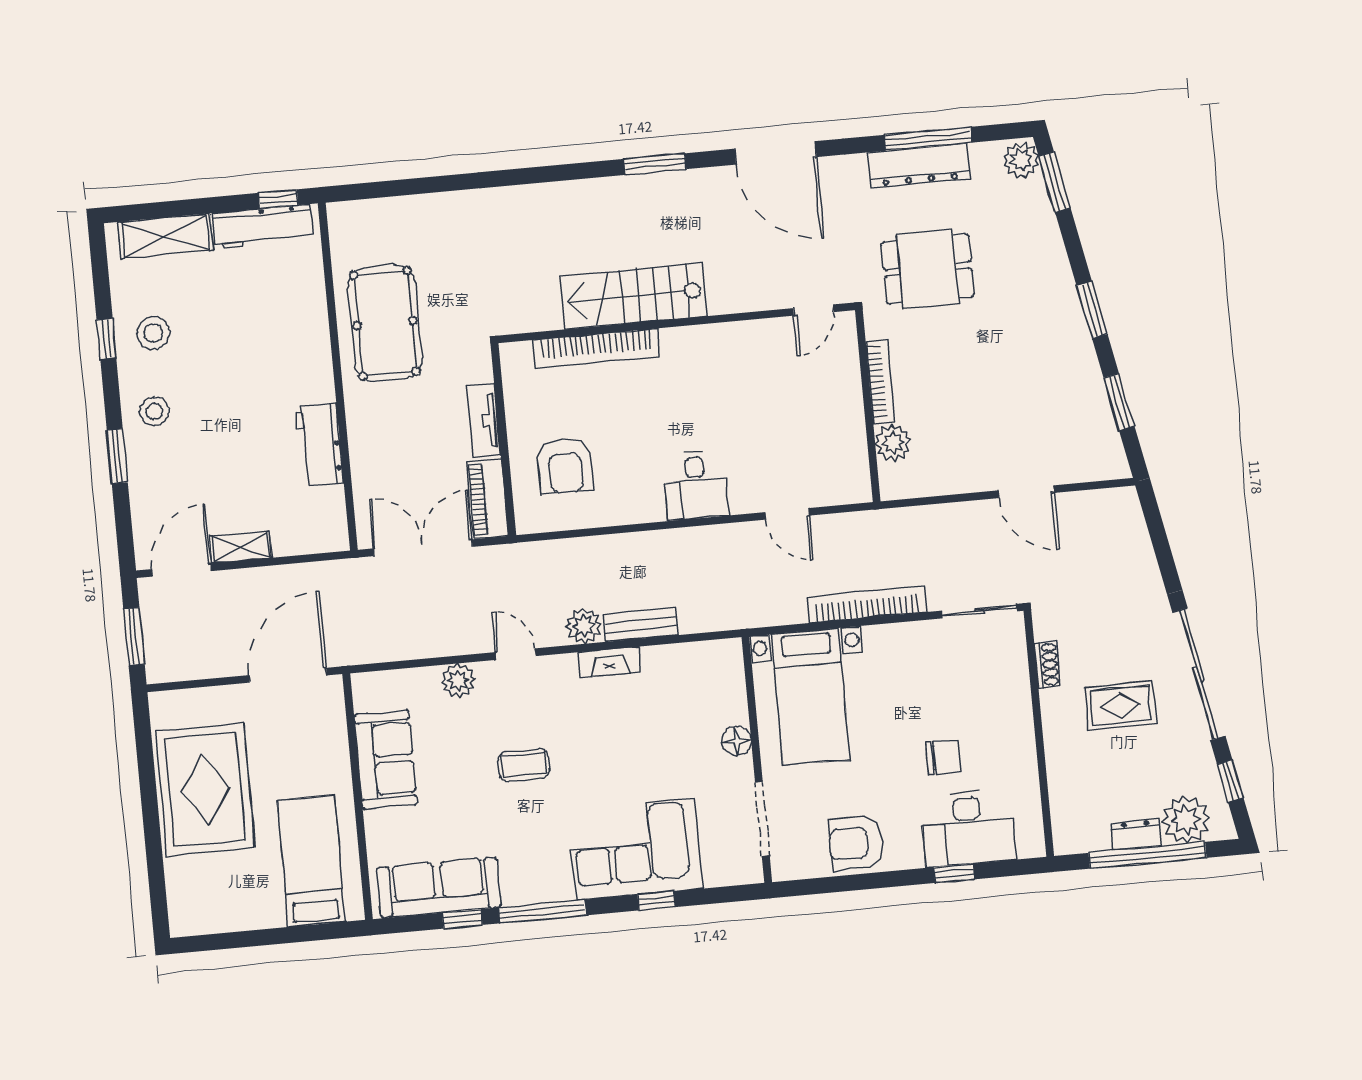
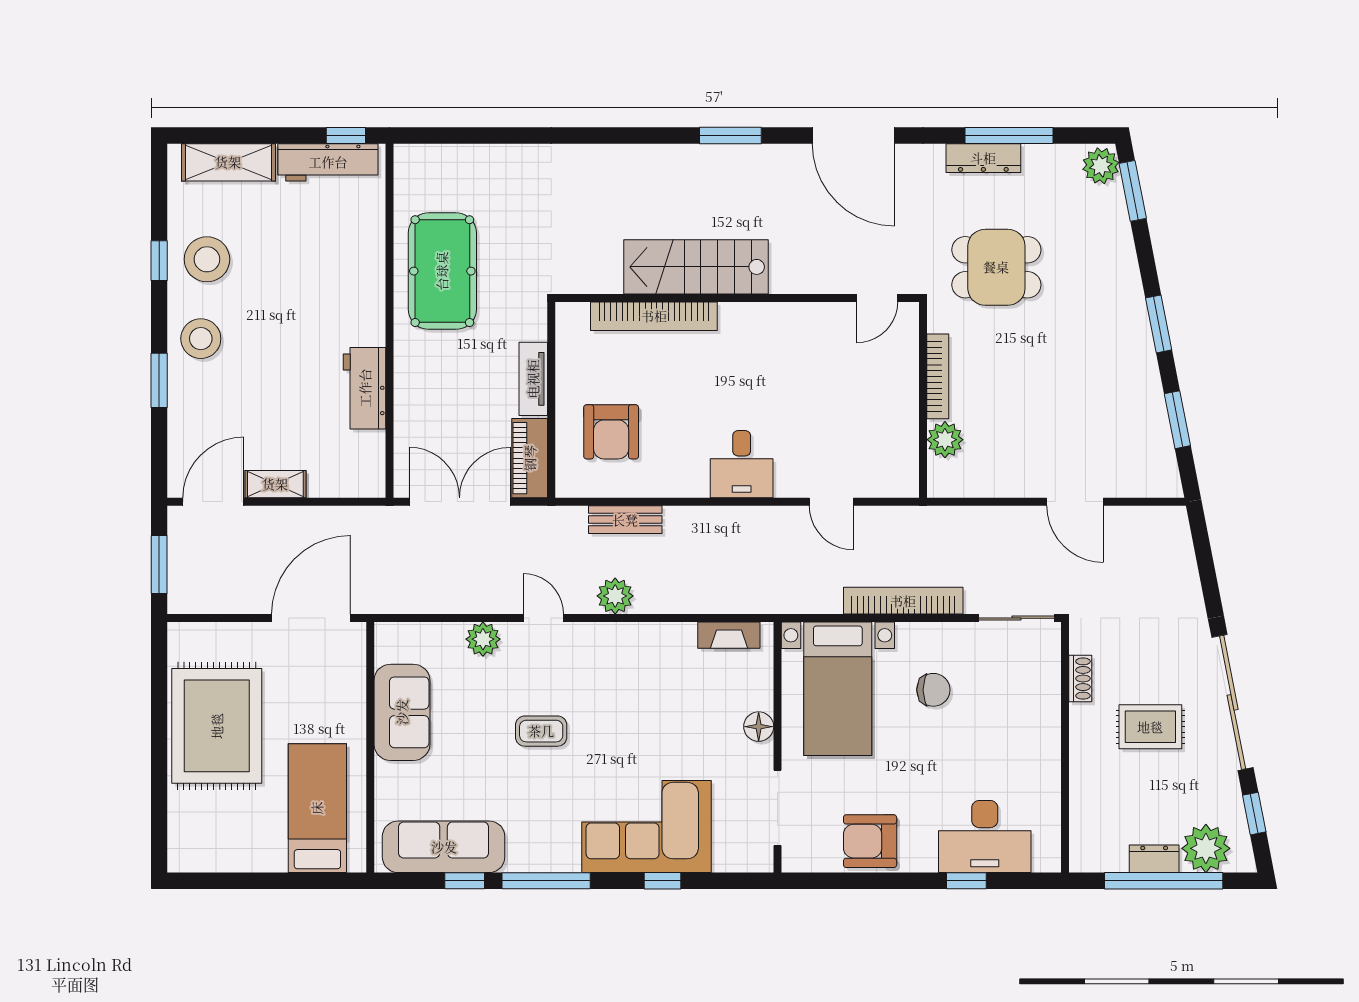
dresser: (919, 165) -> (983, 158), width x0.73, depth x0.80
stool: (153, 333) -> (207, 259), width x1.38, depth x1.38
stool: (154, 411) -> (201, 339), width x1.38, depth x1.38
bench: (641, 625) -> (625, 520), moved
fireplace: (610, 662) -> (729, 635), moved
chair: (943, 757) -> (933, 690), moved

